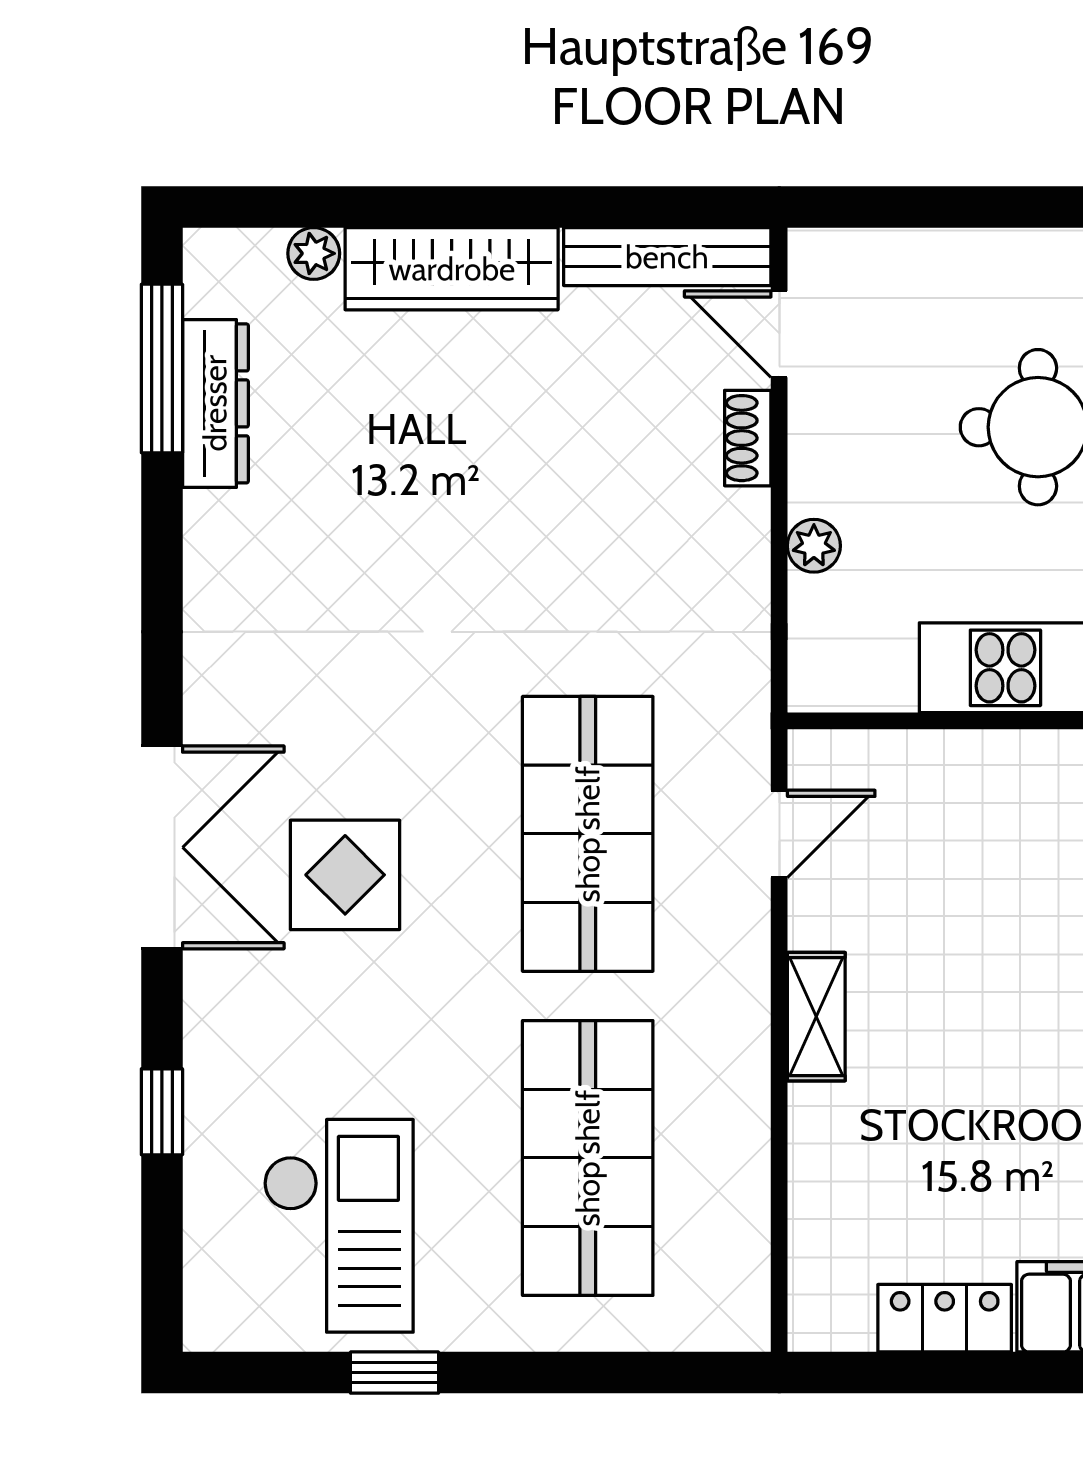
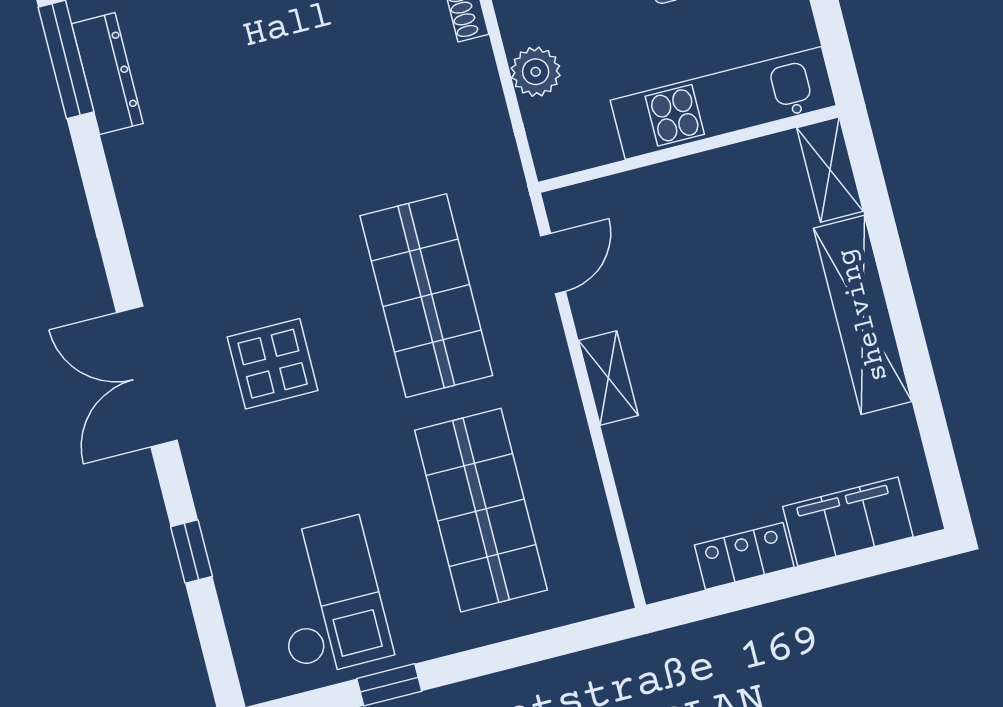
plant: (814, 546) -> (536, 72), width x1.38, depth x1.38
double door: (162, 847) -> (147, 376), swing flipped

